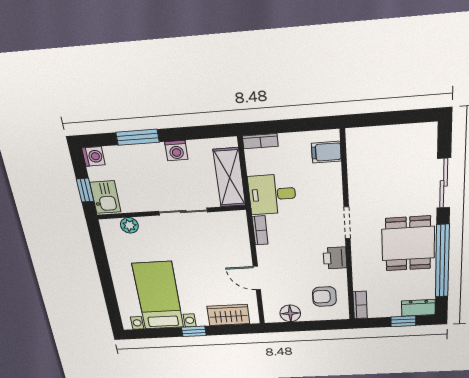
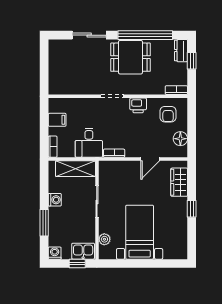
filing cabinet: (326, 152) -> (57, 120), moved, turned -90
bed with nightstands: (158, 296) -> (140, 232), moved, turned 90

